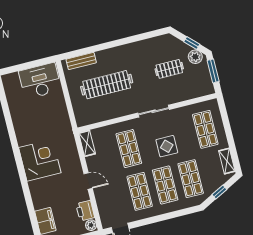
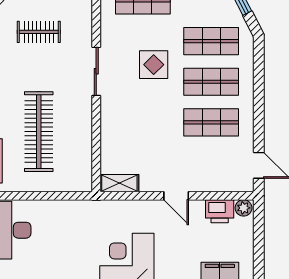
clothes rail: (169, 69) -> (39, 32), turned 90
shop shelf: (129, 149) -> (143, 122), removed
door: (88, 181) -> (176, 196), swing flipped

